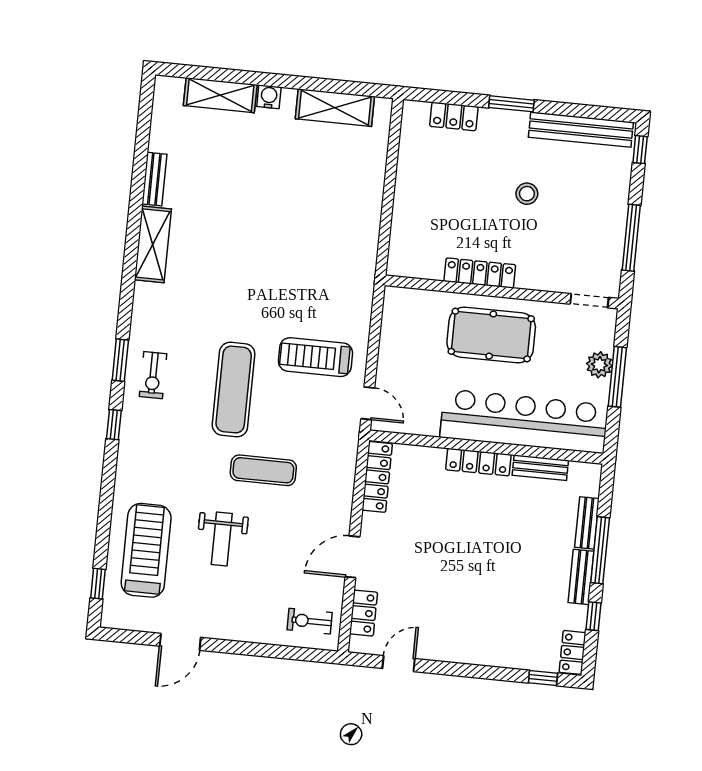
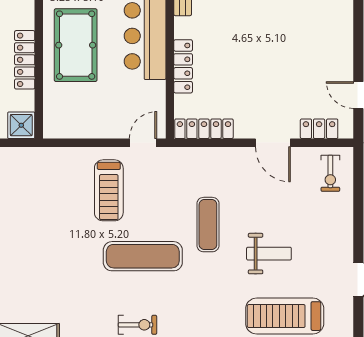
shower: (403, 261) -> (21, 125), added
locker: (478, 462) -> (183, 66), moved

